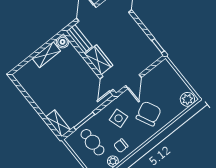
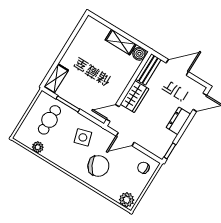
dresser: (134, 29) -> (178, 121), added
chair: (121, 146) -> (143, 168), moved

